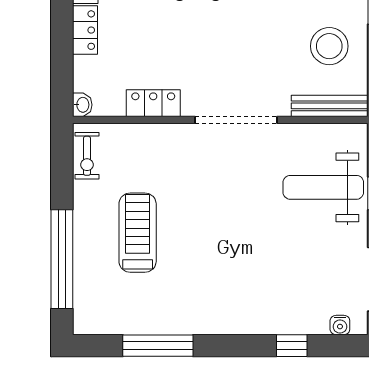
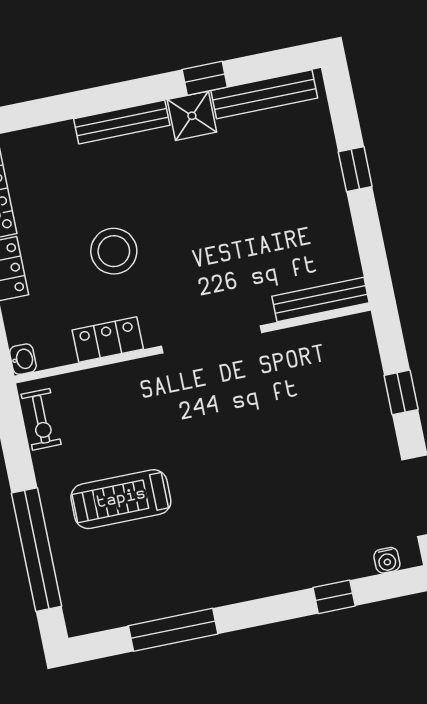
stool: (329, 46) -> (114, 251), moved
weight bench: (323, 187) -> (333, 399), removed
treadmill: (138, 233) -> (121, 499), turned -90

